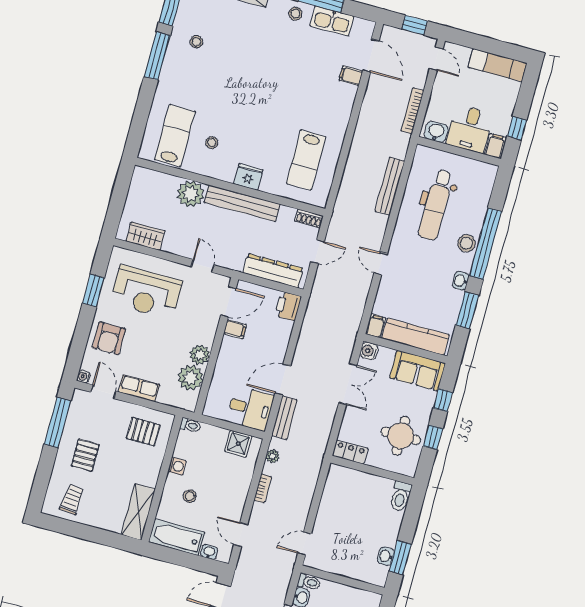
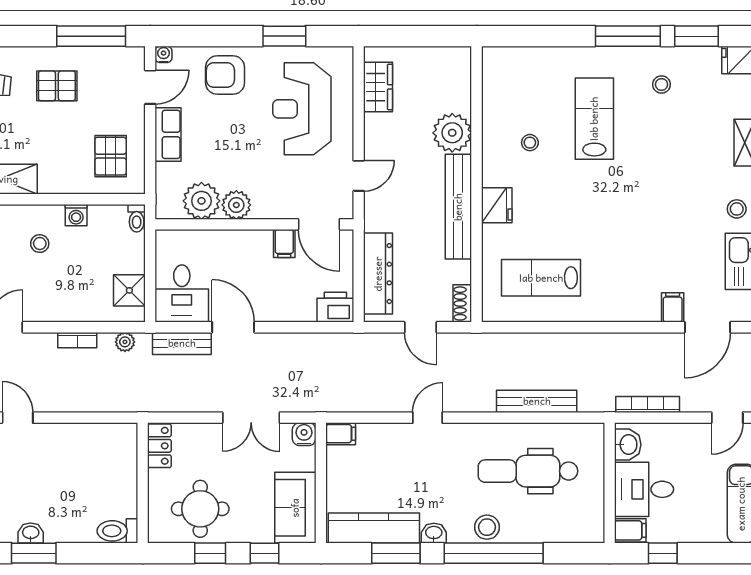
lab bench: (175, 136) -> (594, 119), moved, turned -90
kitchen counter: (416, 337) -> (374, 528), moved, turned -90

